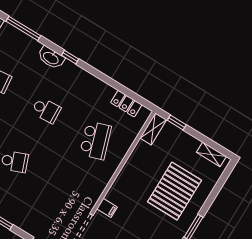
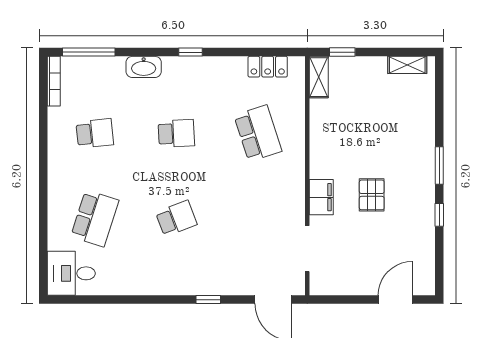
window: (70, 57) -> (191, 52), moved
pallet: (175, 191) -> (372, 195), moved, width x0.49, depth x0.50
filing cabinet: (107, 208) -> (321, 197), width x2.00

